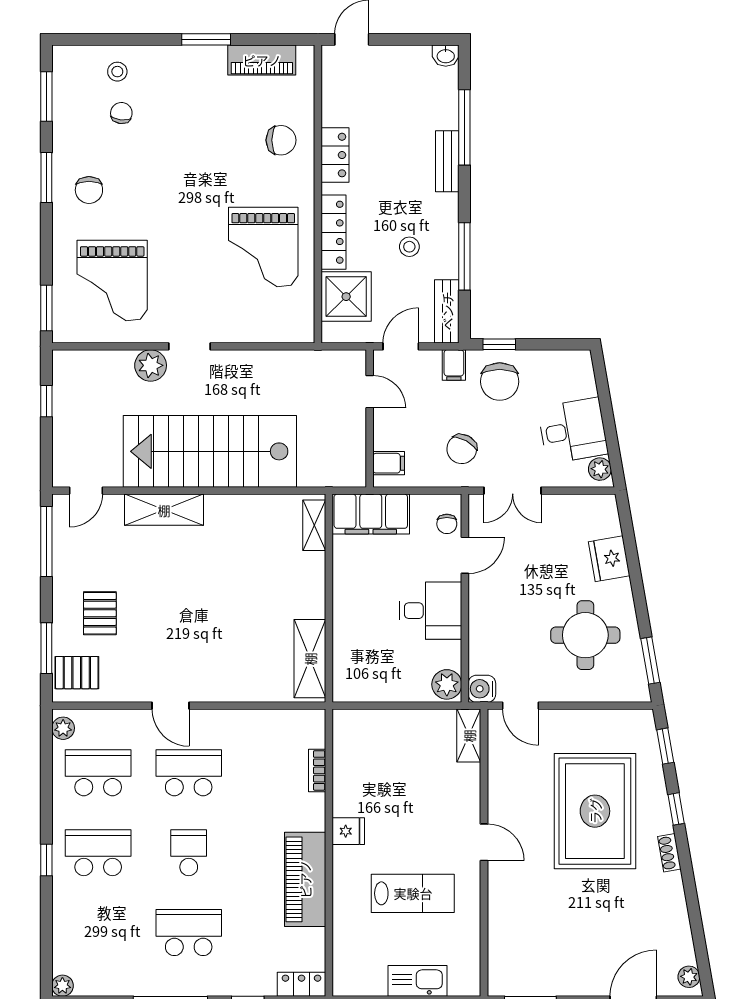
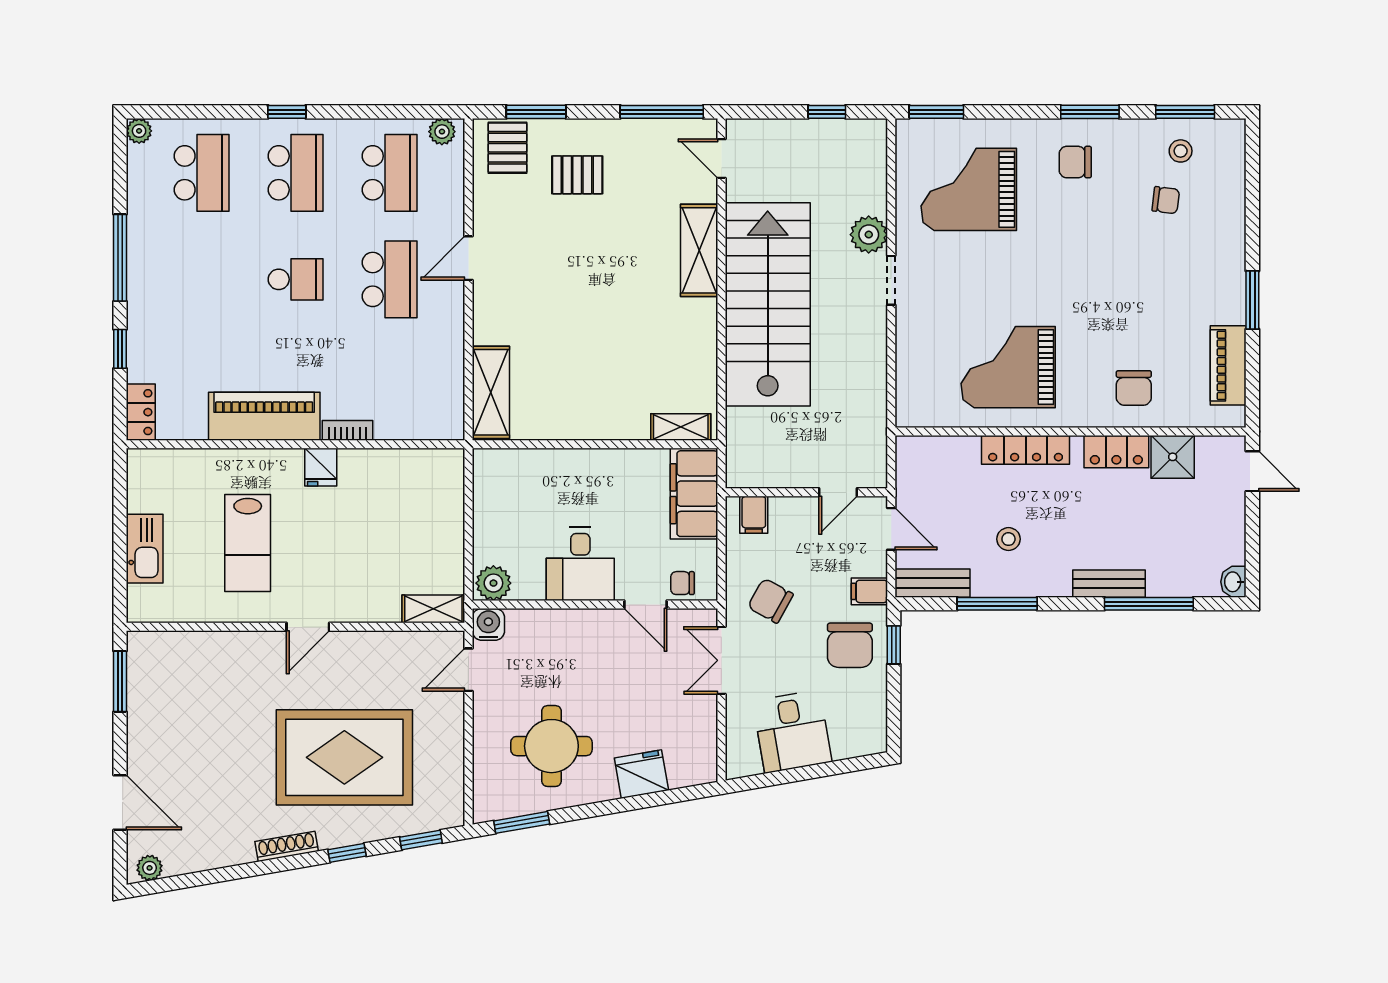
stool: (117, 72) -> (1181, 151), moved
shower: (346, 297) -> (1173, 457), moved, width x0.73, depth x0.73
chair: (500, 382) -> (850, 645), turned -90
plant: (600, 469) -> (747, 763), removed
shelving: (310, 659) -> (491, 392), moved, turned 90
bookcase: (317, 770) -> (347, 430), moved
shoe rack: (669, 853) -> (287, 846), width x1.43
school desk: (189, 933) -> (202, 173), moved

